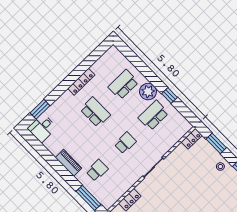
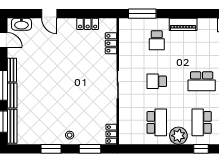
school desk: (123, 85) -> (202, 122), turned 180
window: (169, 95) -> (201, 149), moved
school desk: (125, 143) -> (157, 81), turned 90

